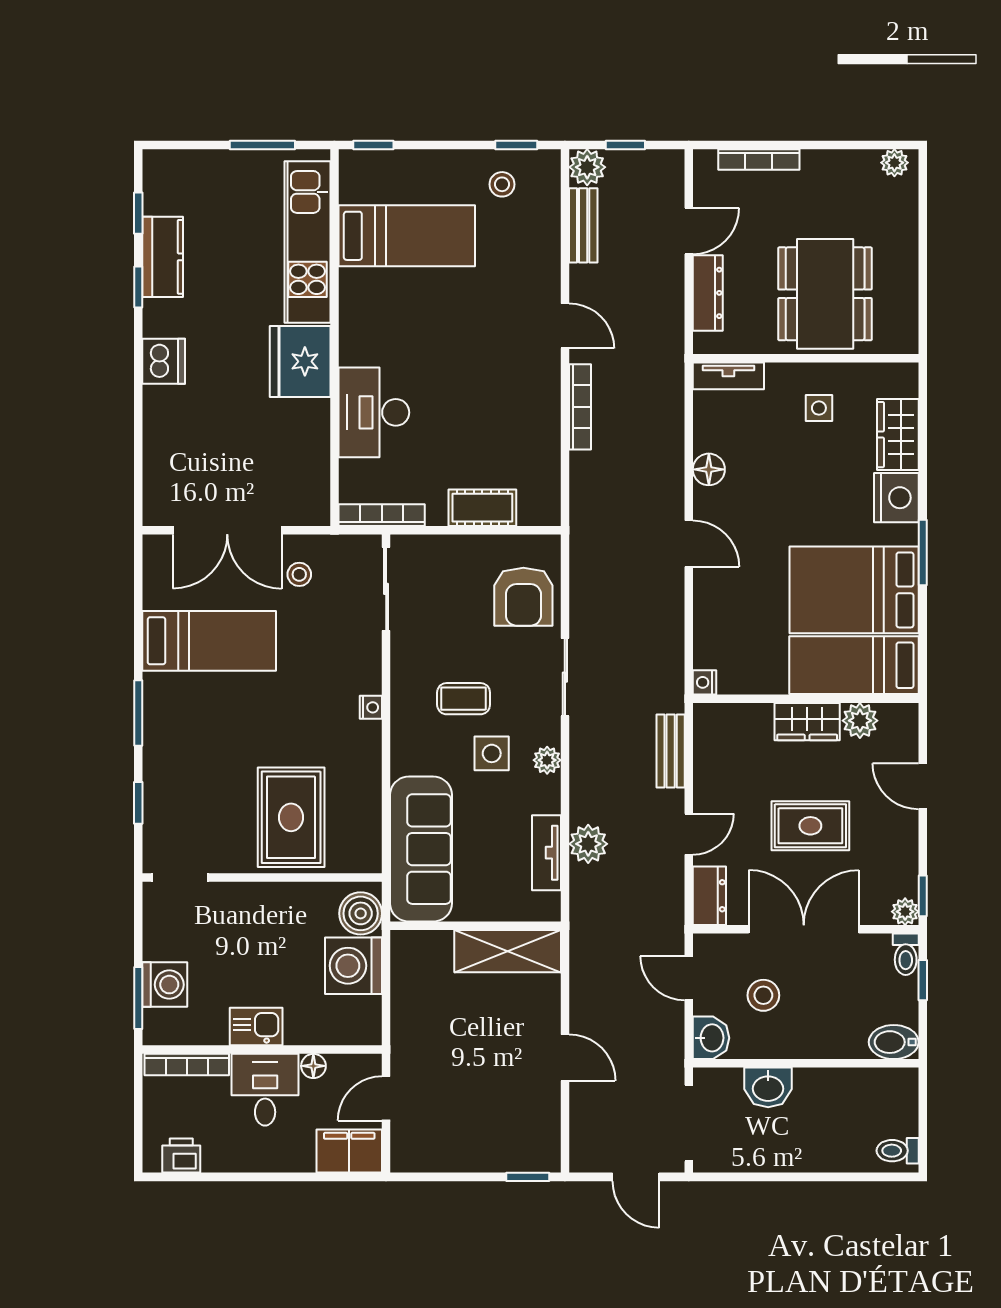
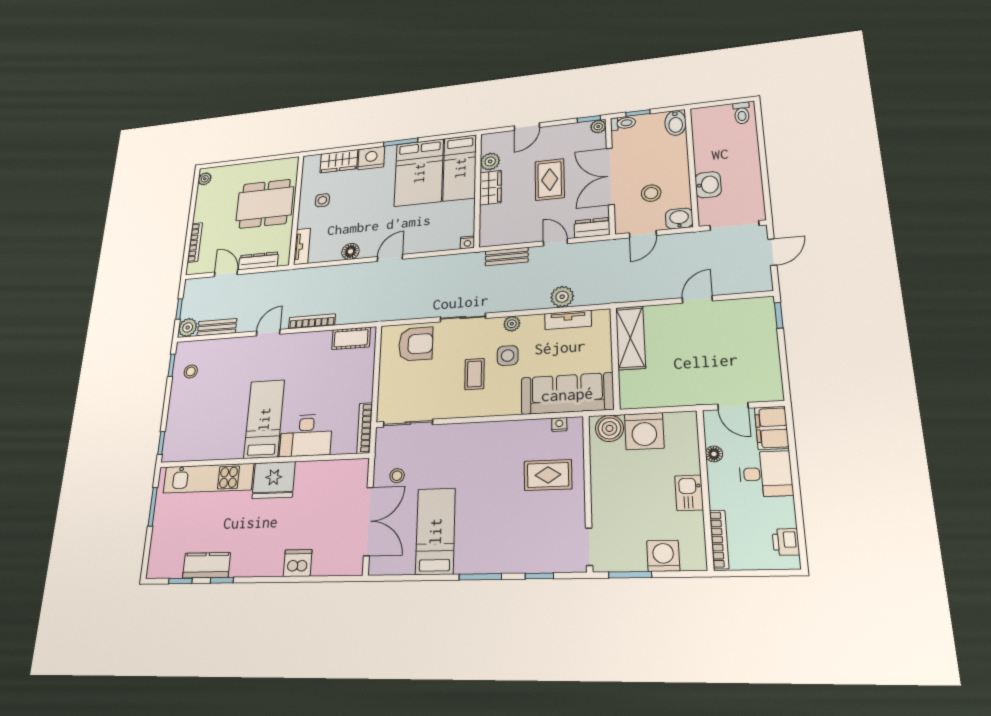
bed: (407, 236) -> (264, 419), moved
dishwasher: (164, 361) -> (298, 563), moved
cot: (482, 508) -> (351, 338), moved, turned 90
nightstand: (371, 707) -> (559, 424), moved
rug: (291, 817) -> (548, 475), width x0.73, depth x0.70
window: (138, 998) -> (630, 575), moved
desk: (265, 1090) -> (766, 474), moved, turned 180

